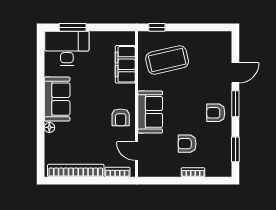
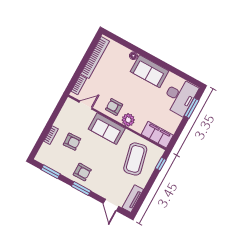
tv unit: (214, 38) -> (133, 199), added
filing cabinet: (125, 64) -> (157, 135), moved
door: (235, 73) -> (111, 205), moved
plant: (127, 93) -> (128, 120), added
armchair: (216, 113) -> (82, 172), turned 90
armchair: (187, 144) -> (72, 142), turned 87

